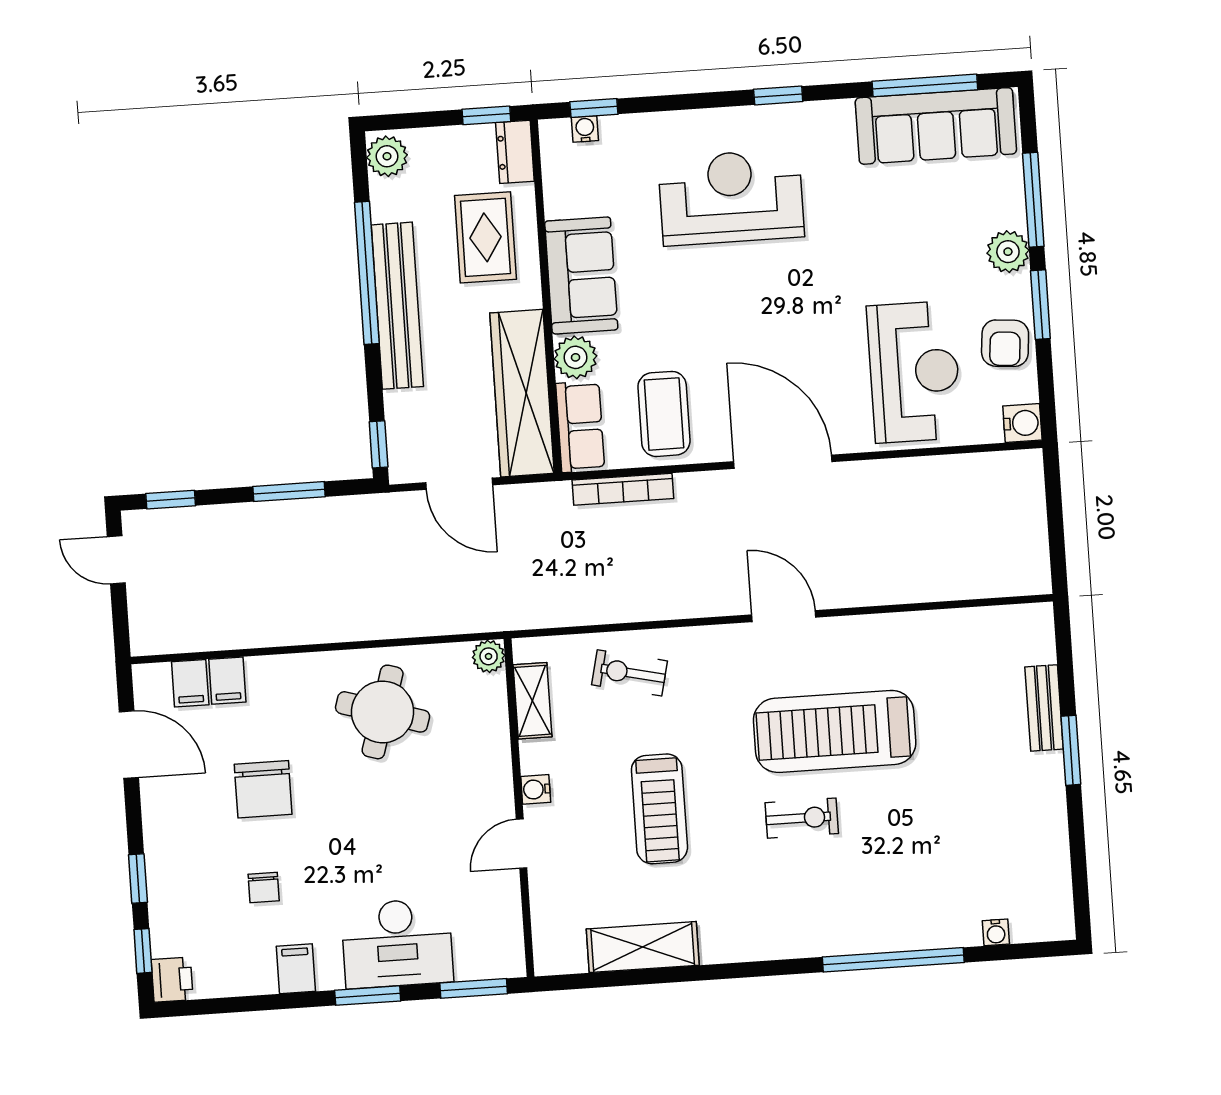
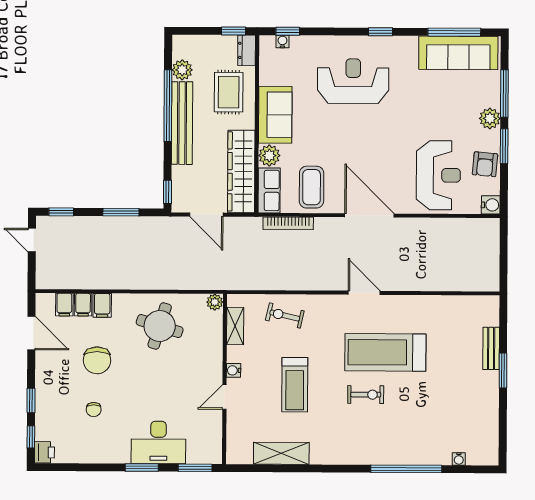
plant: (387, 156) -> (182, 70), moved
filing cabinet: (296, 969) -> (102, 305), moved, turned 180

